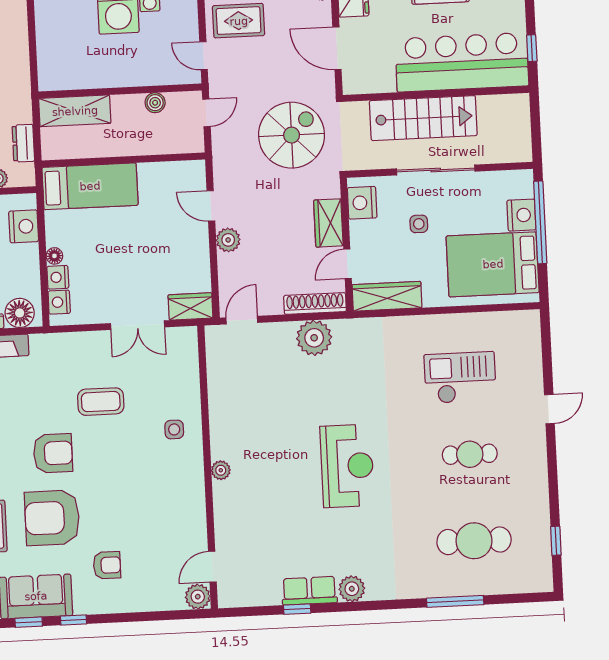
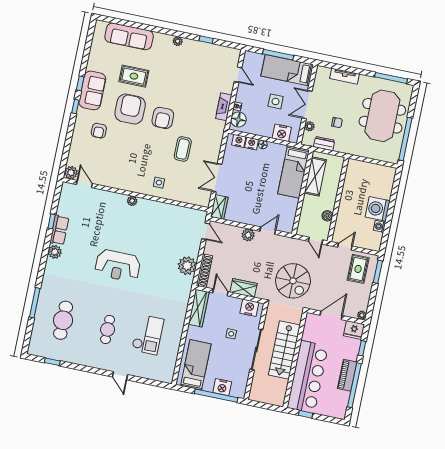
shelving: (75, 111) -> (315, 176), moved
bed: (493, 264) -> (196, 365), width x0.67

